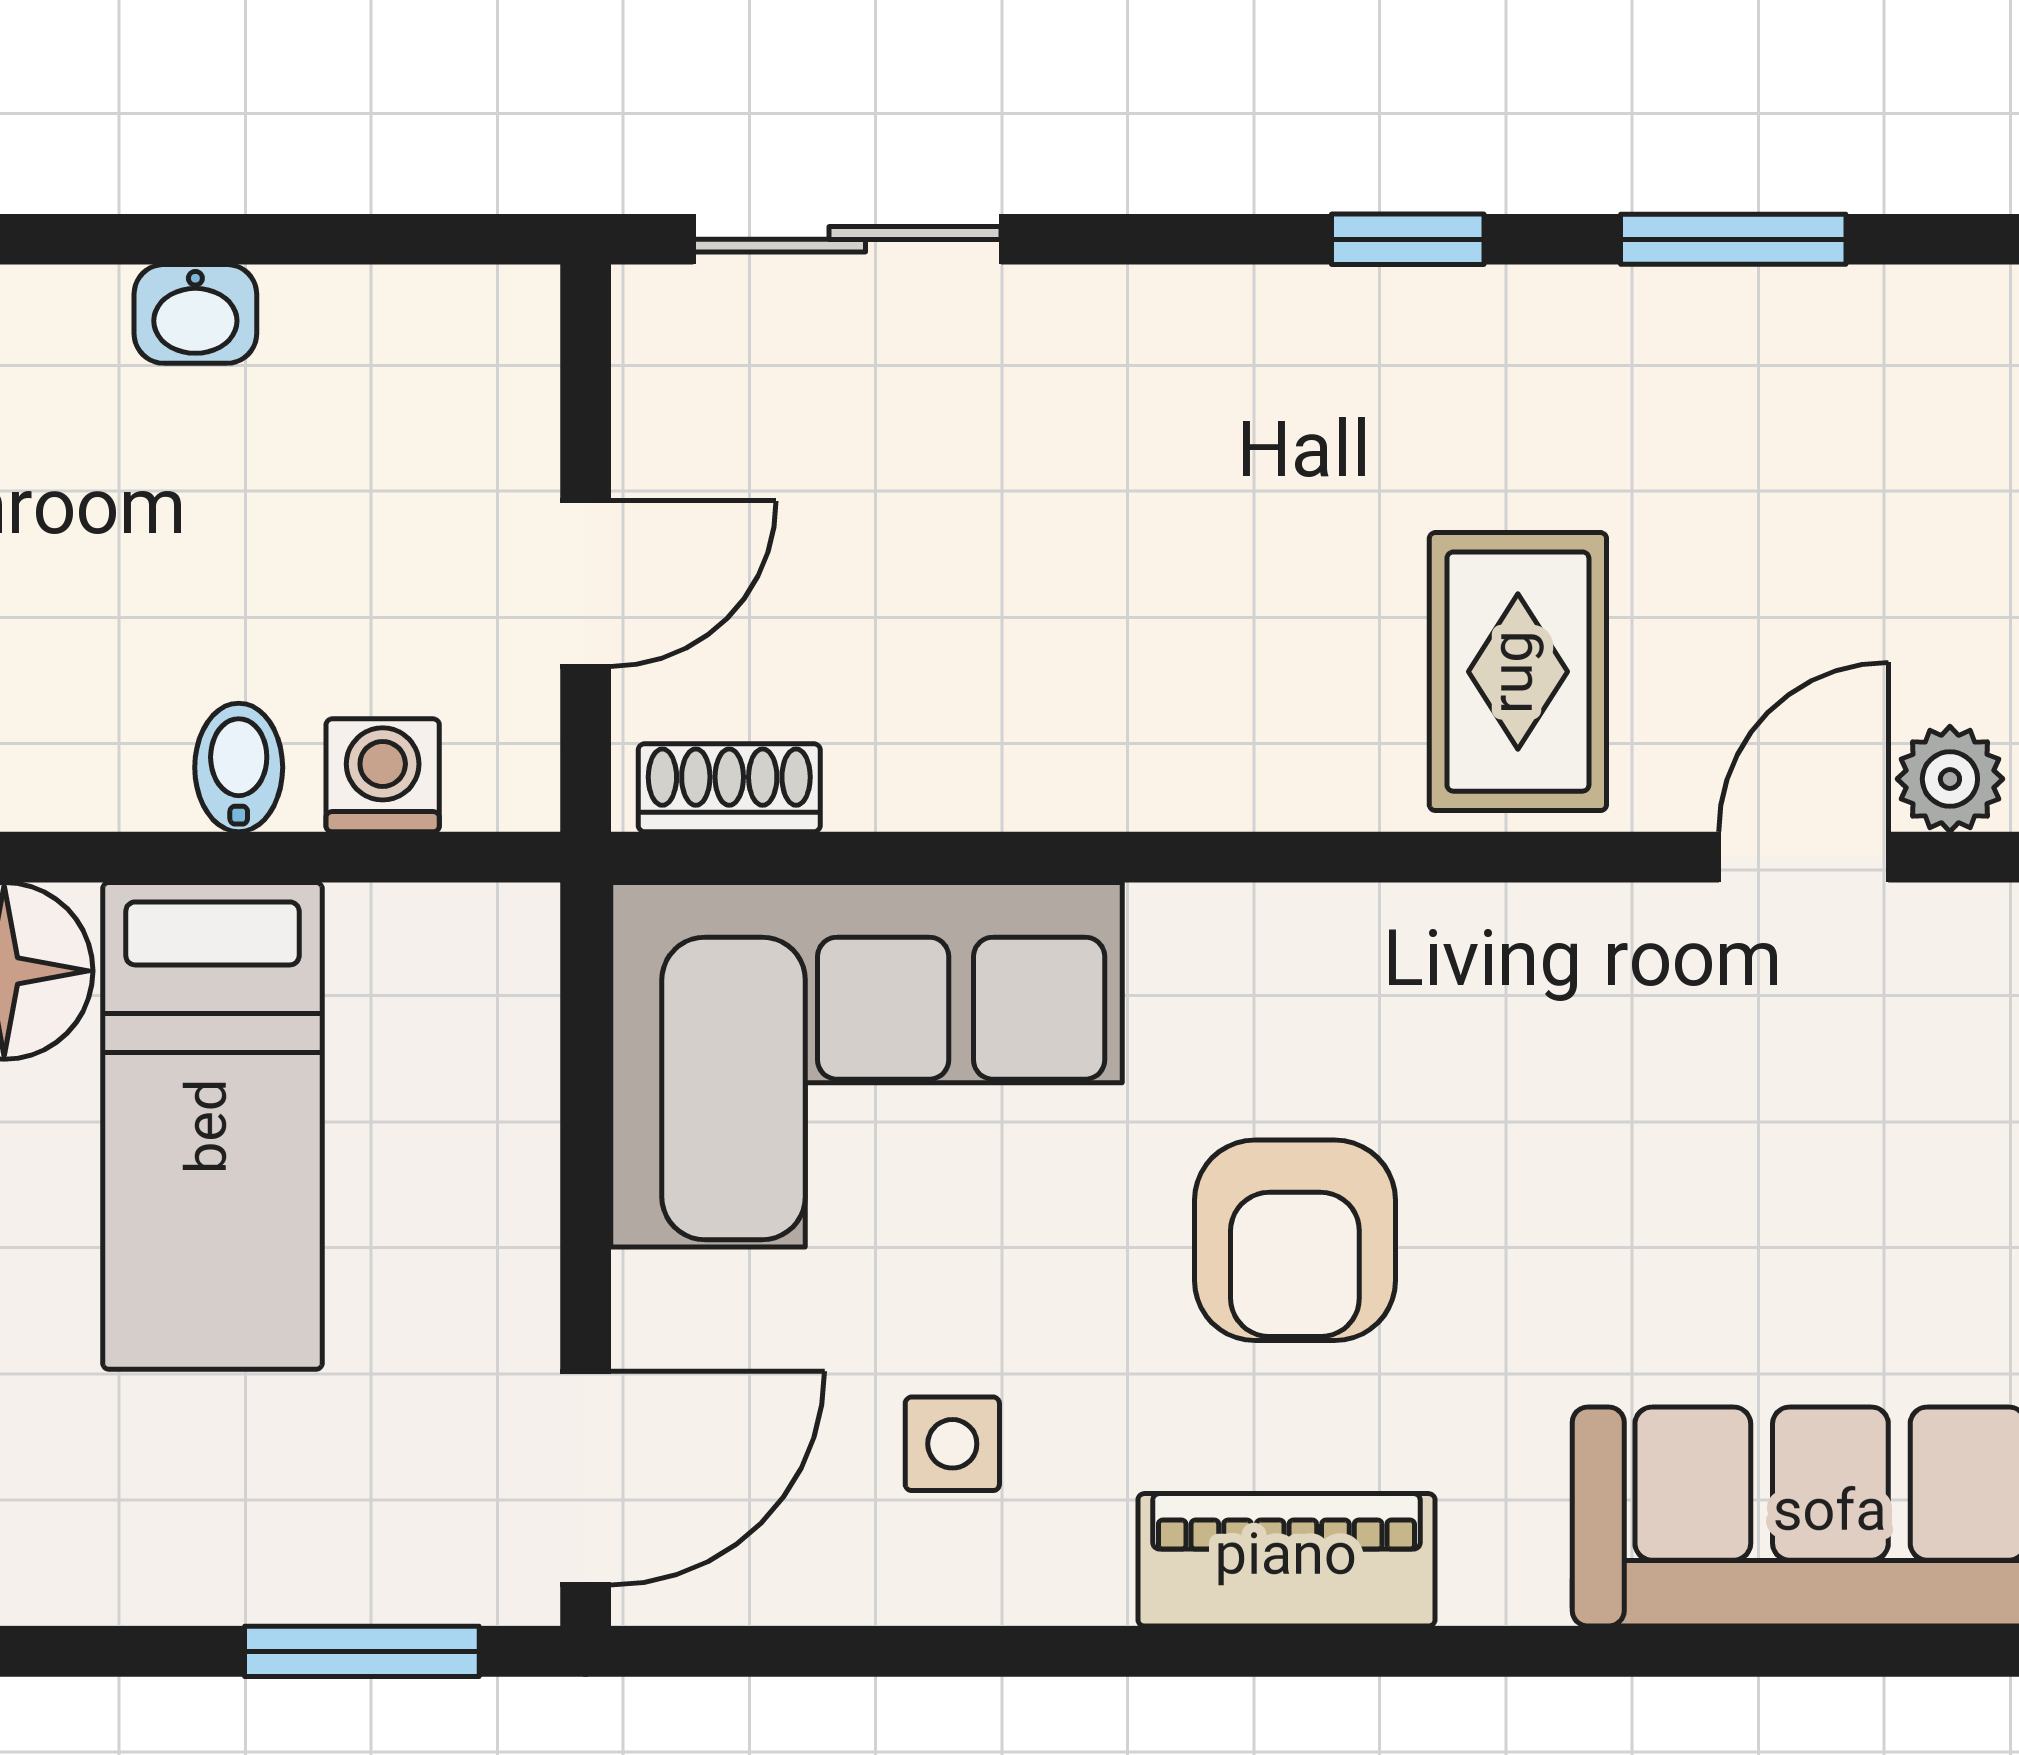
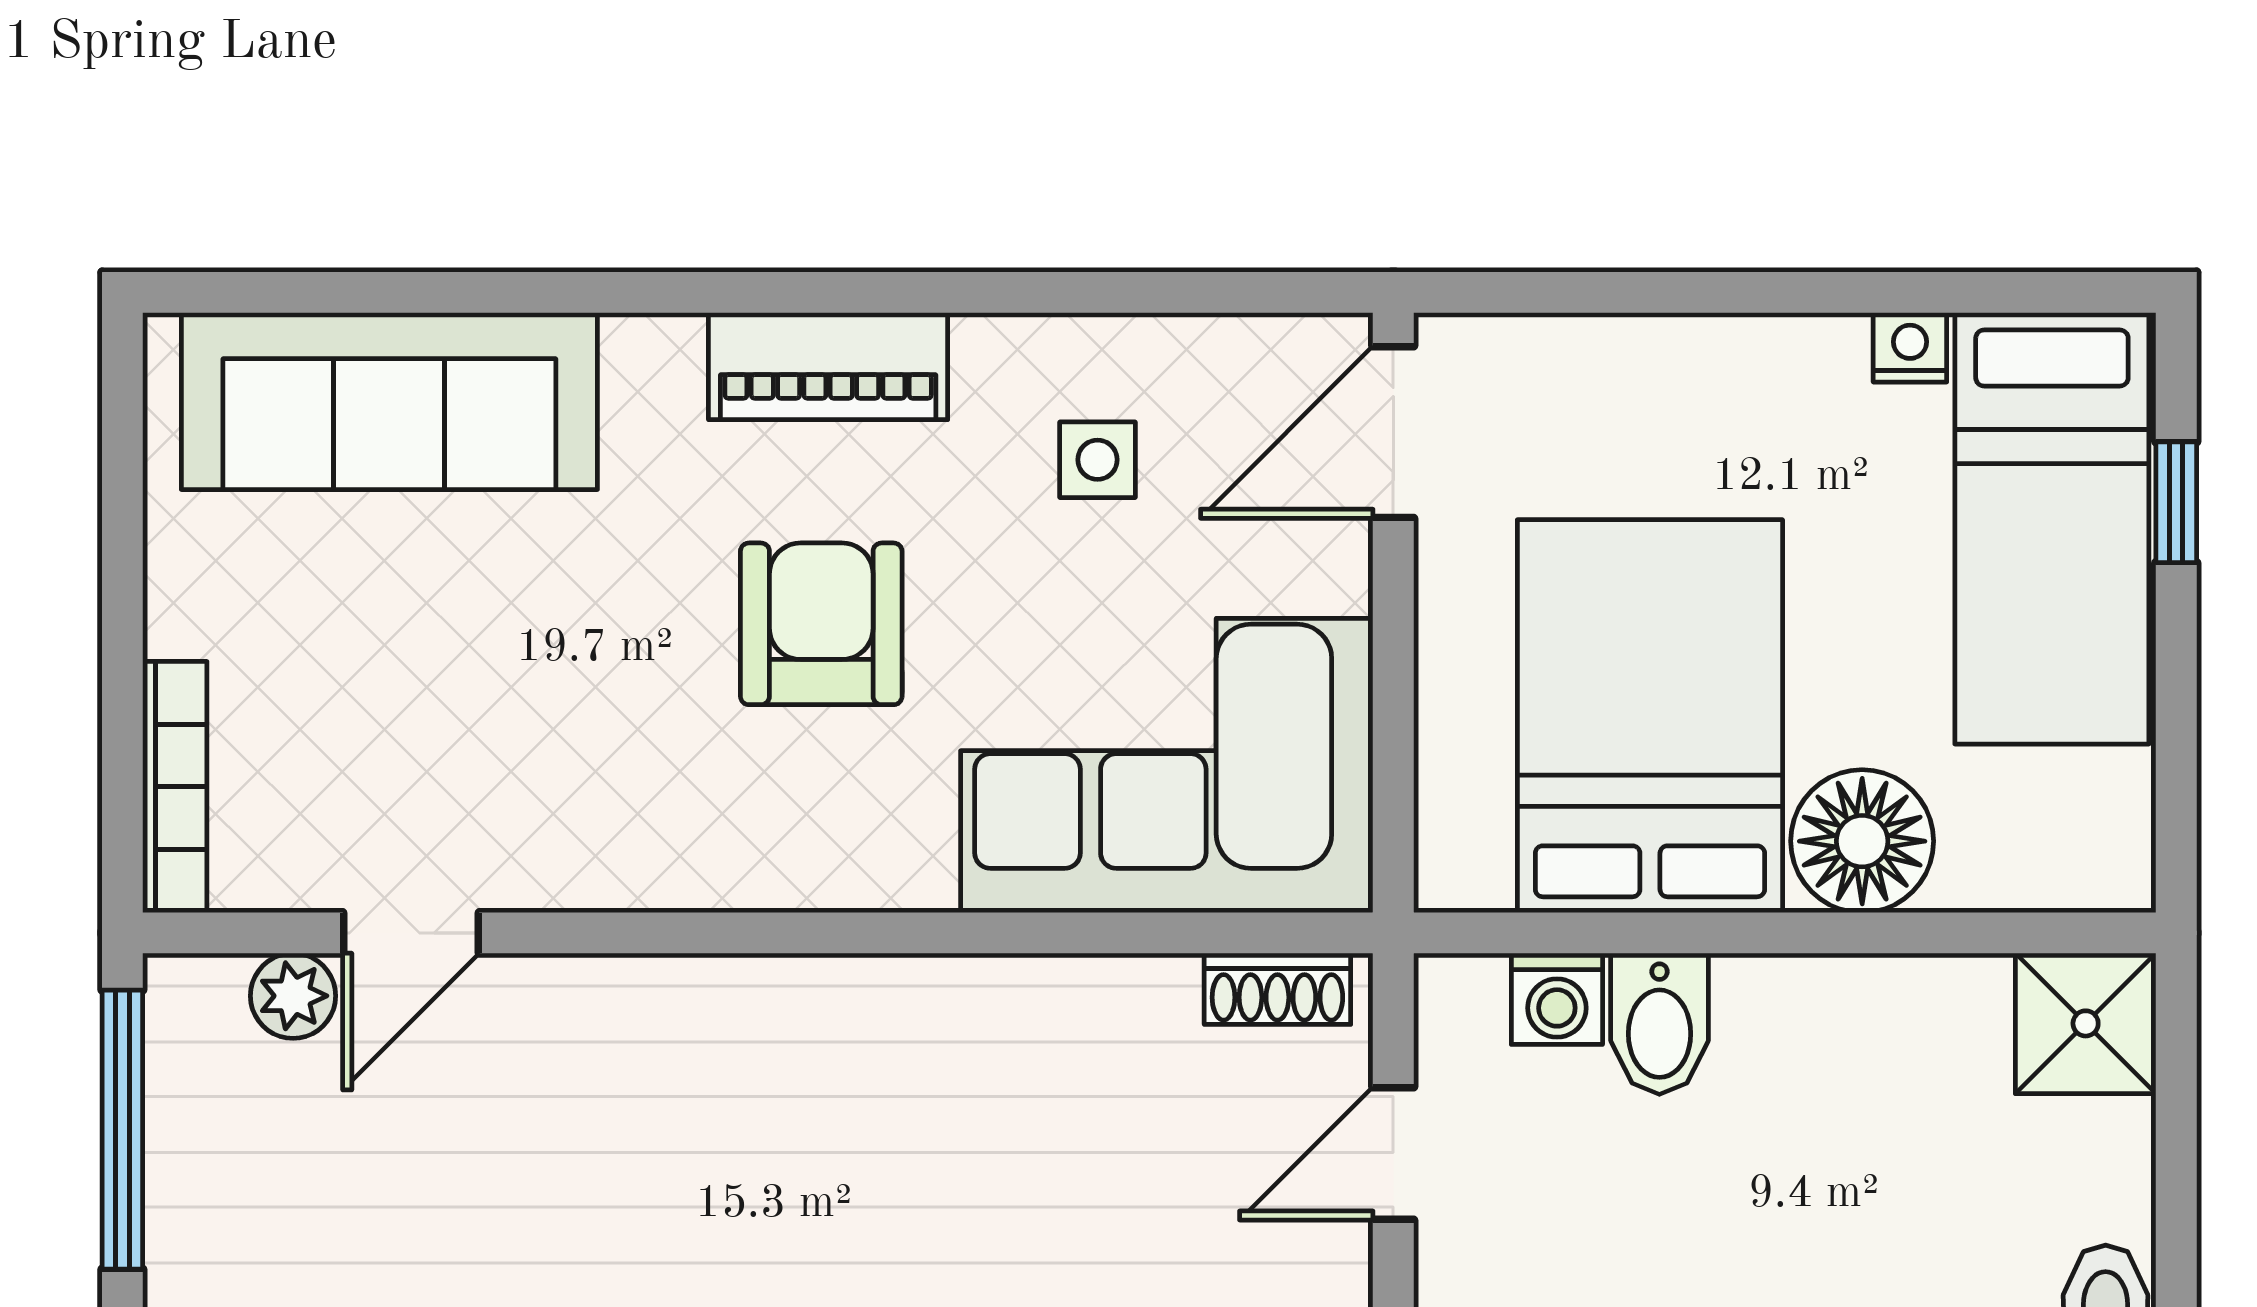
rug: (1518, 672) -> (641, 1082), removed
bidet: (239, 767) -> (1659, 1024), width x1.38, depth x1.36
bed: (212, 1126) -> (1650, 716), width x1.50
window: (362, 1651) -> (1574, 292), removed

